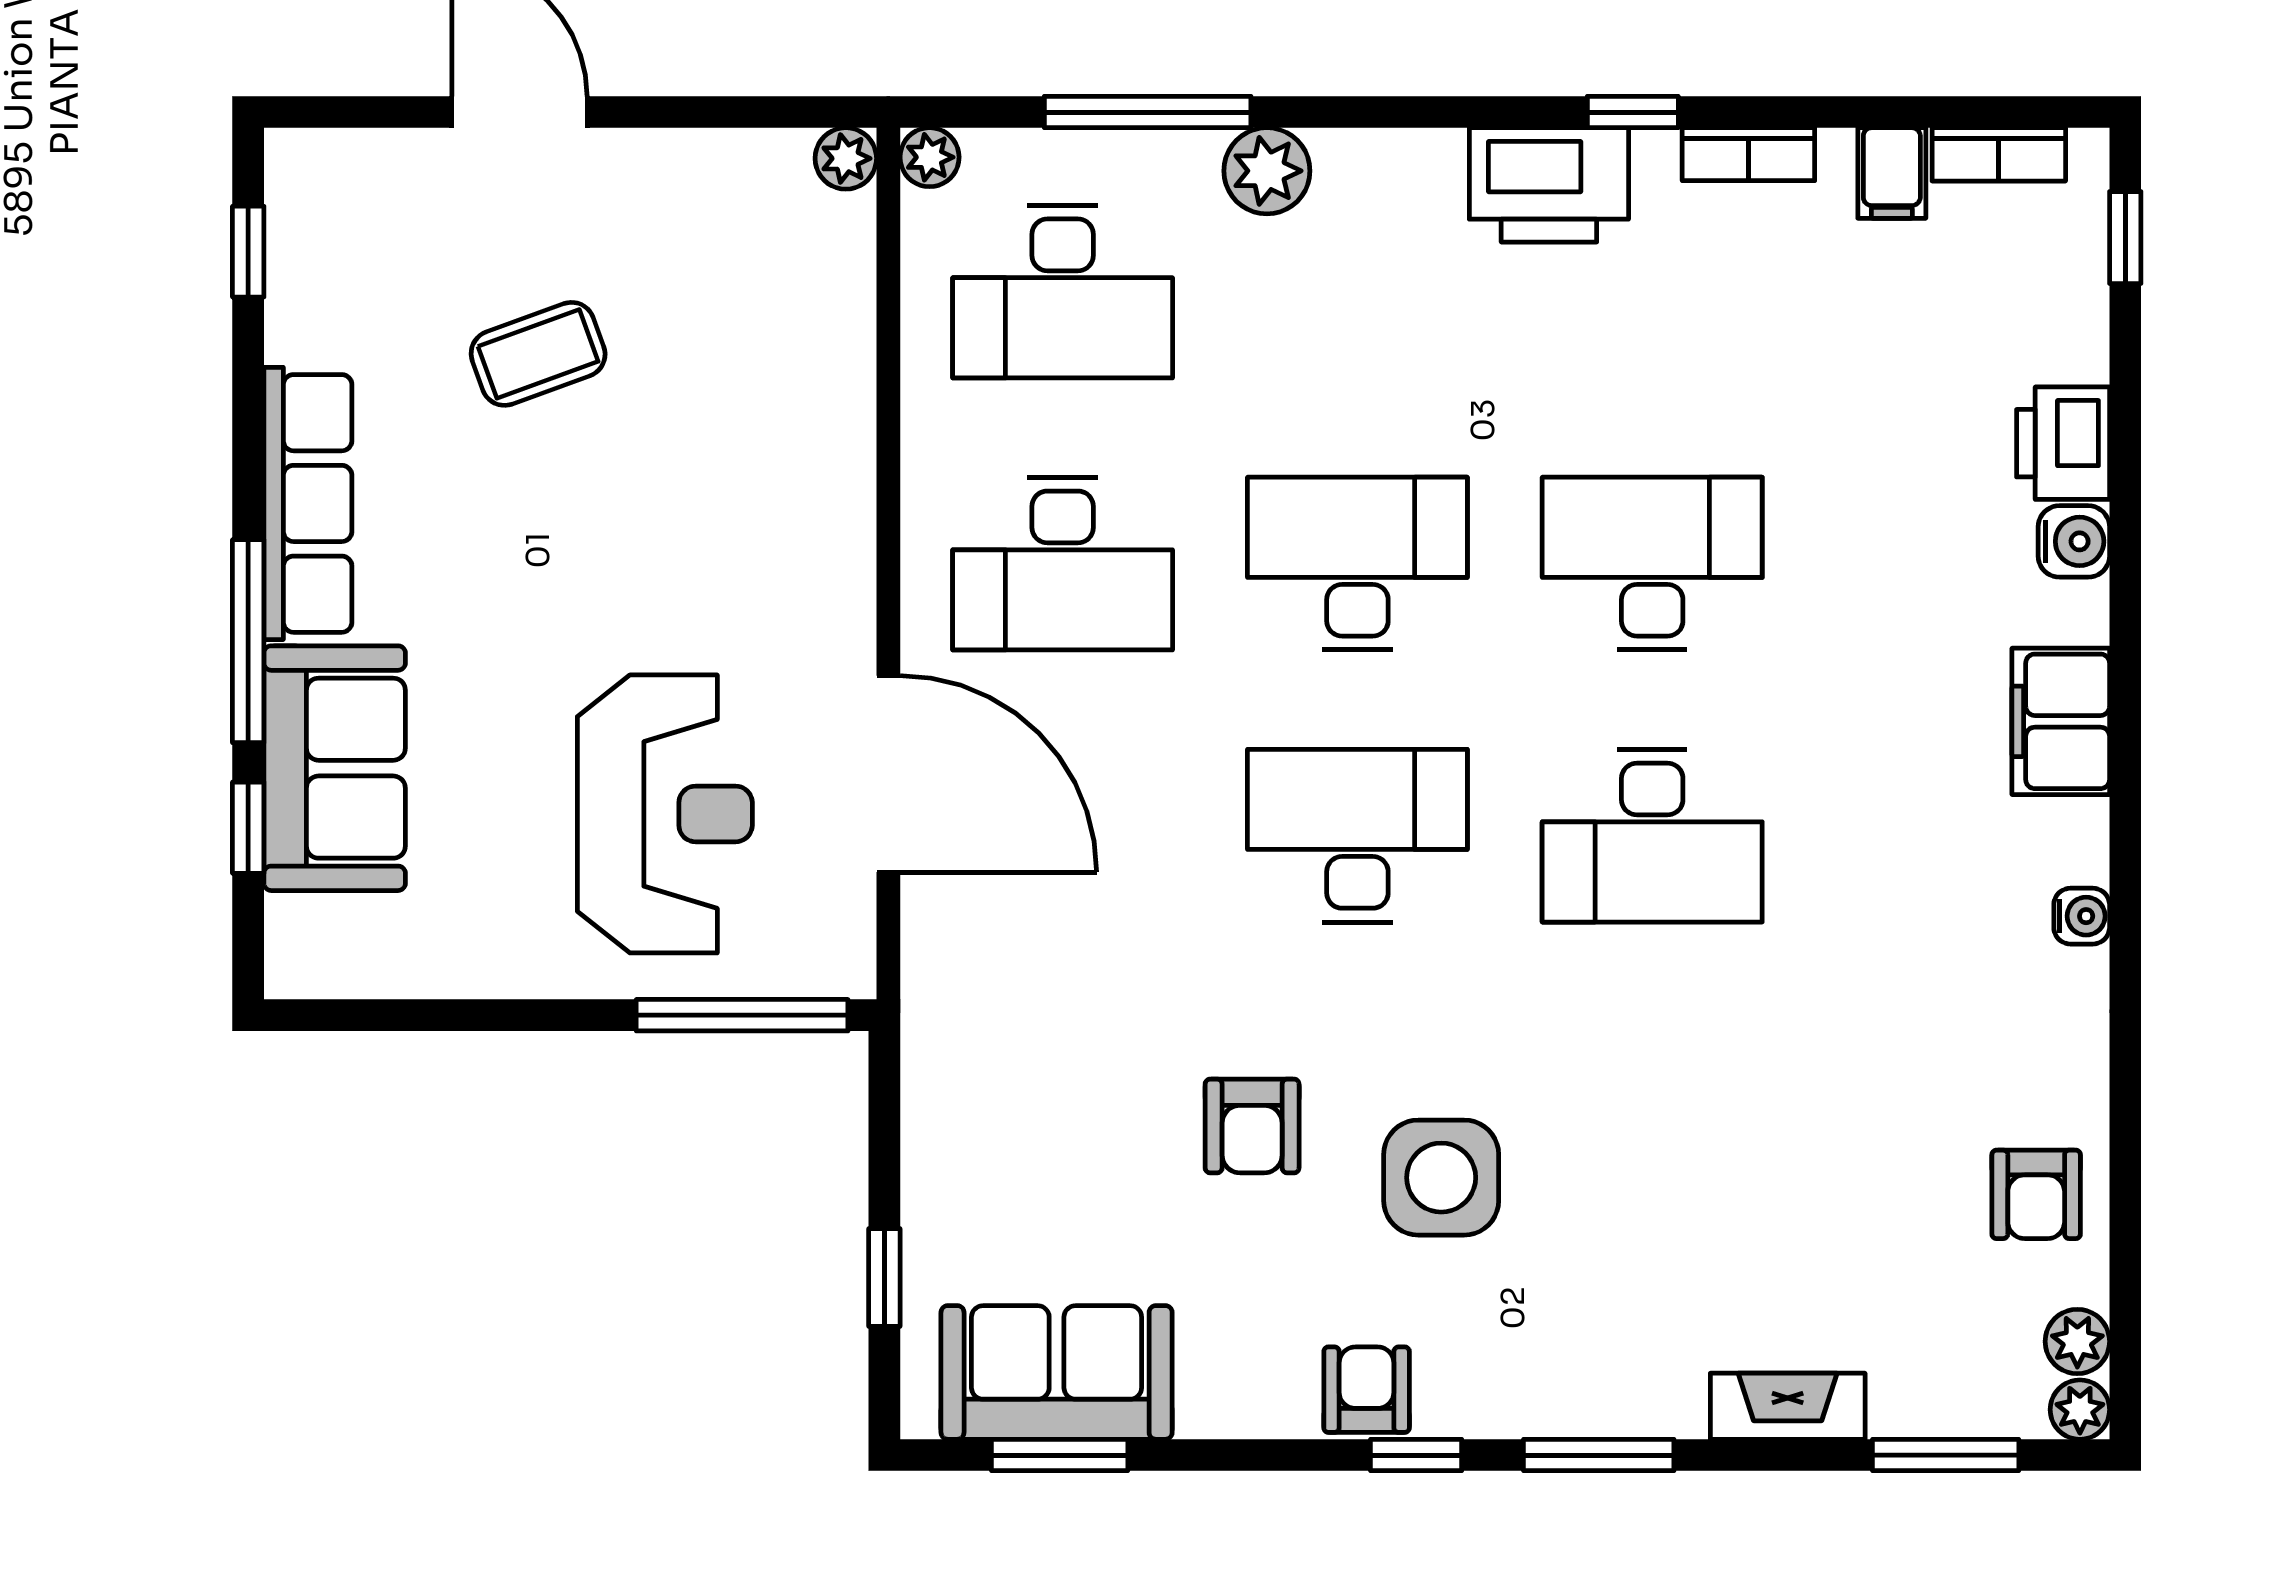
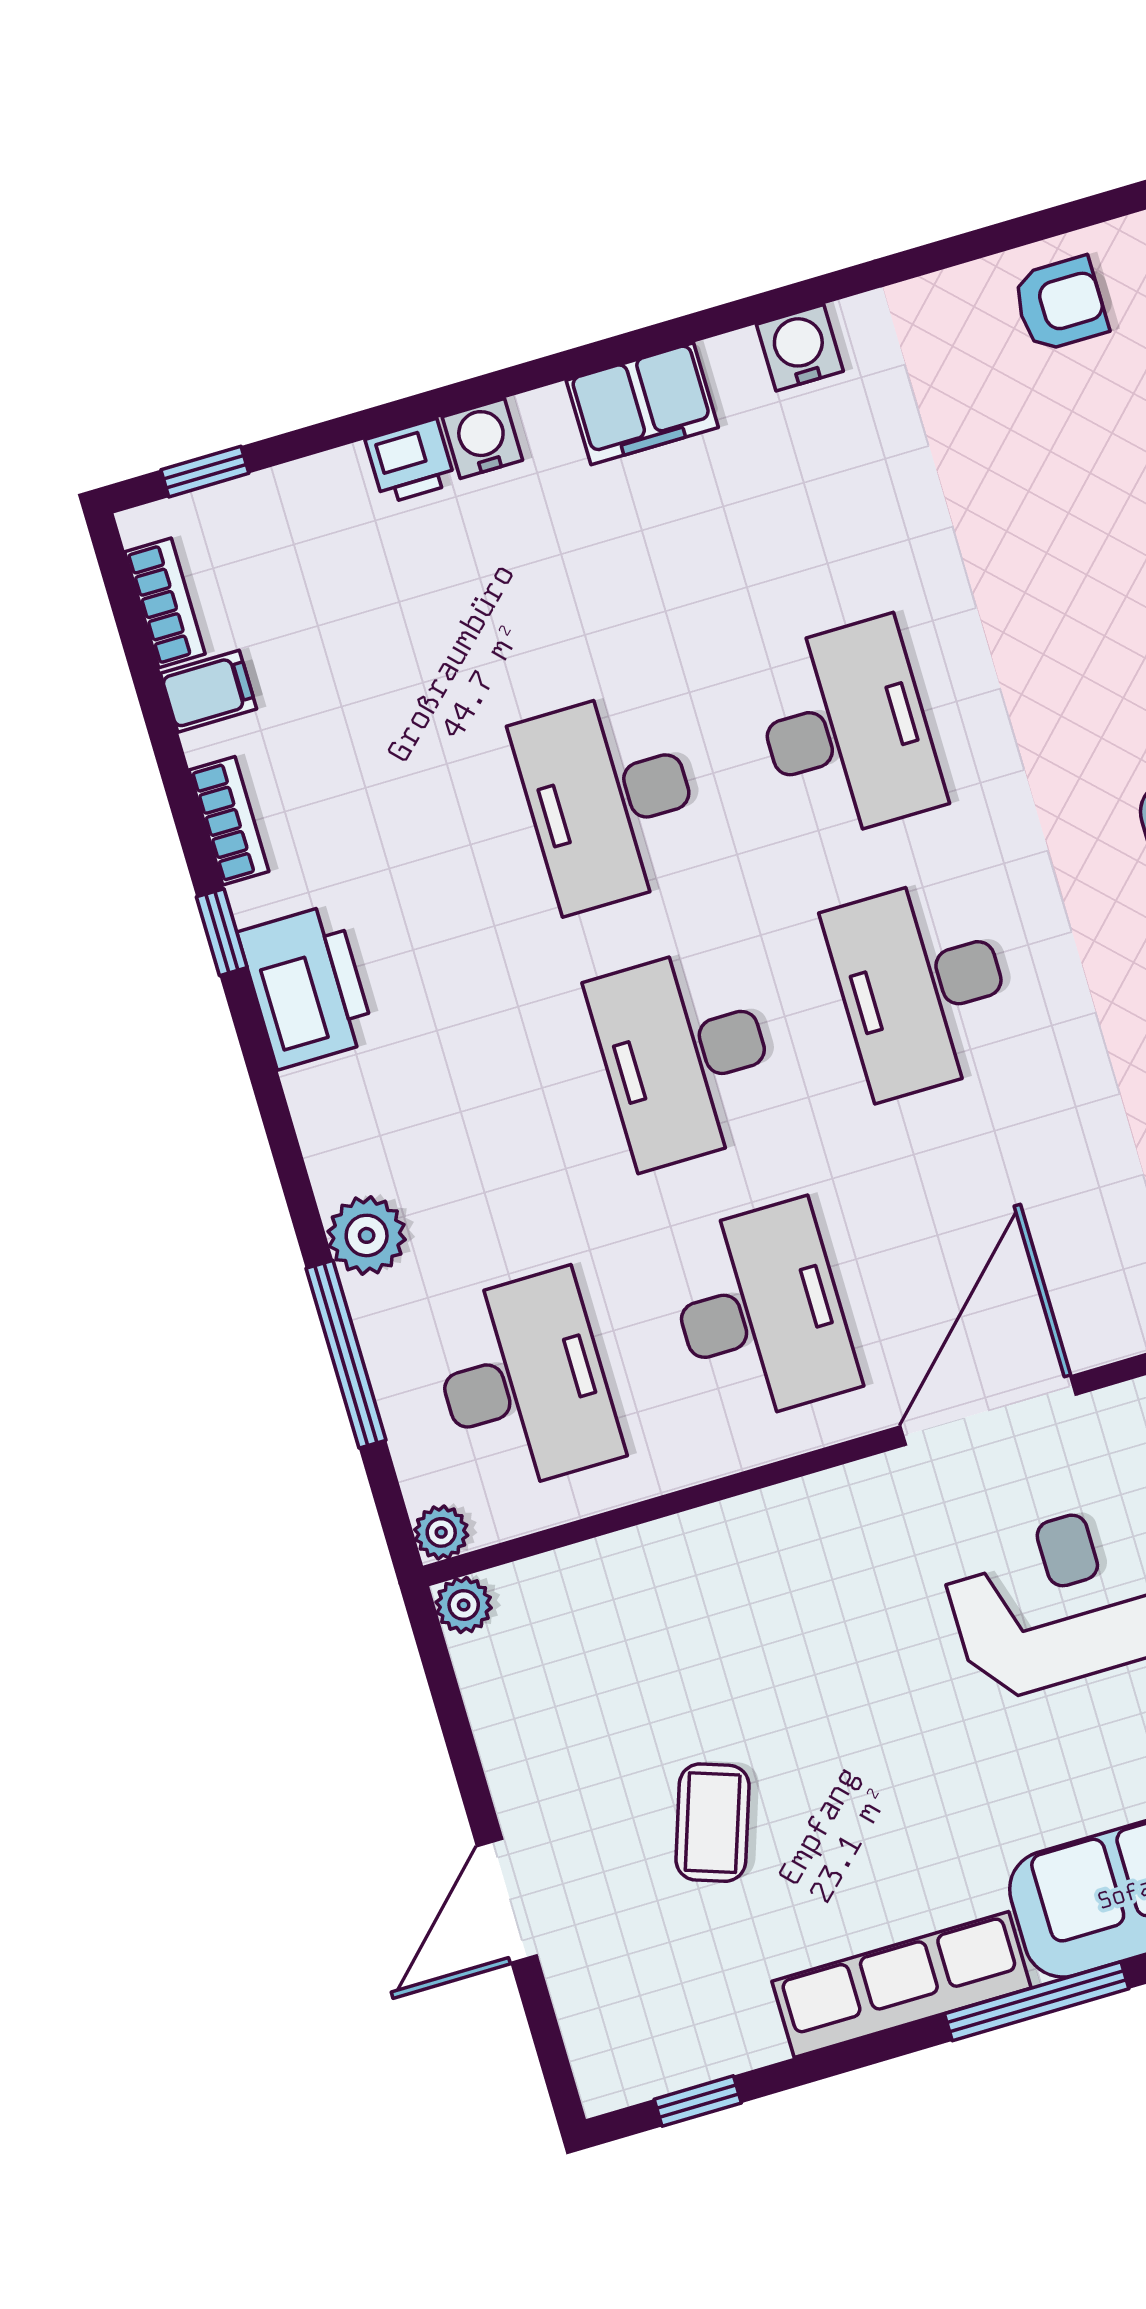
coffee table: (538, 354) -> (713, 1823), turned 39
printer: (2063, 443) -> (410, 461), width x0.73, depth x0.81
water cooler: (2082, 916) -> (800, 348), width x1.38, depth x1.38

